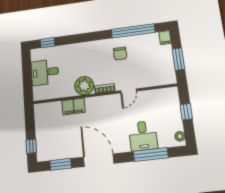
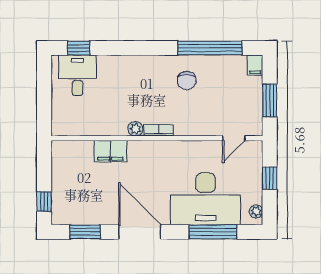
desk: (45, 72) -> (77, 75), moved, turned 90
plant: (84, 86) -> (135, 129), width x0.53, depth x0.53
door: (128, 91) -> (234, 138), moved
desk: (143, 136) -> (205, 199), width x1.87, depth x1.30

